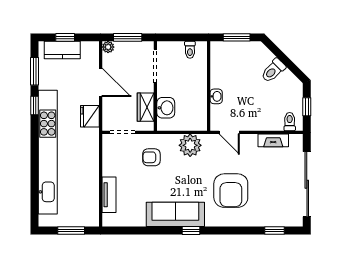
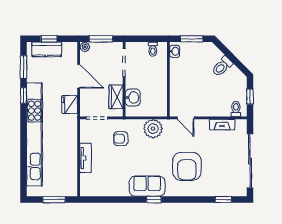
washbasin: (216, 96) -> (175, 51), moved
tv unit: (109, 195) -> (85, 158), moved
sofa: (175, 214) -> (147, 186), width x0.73

